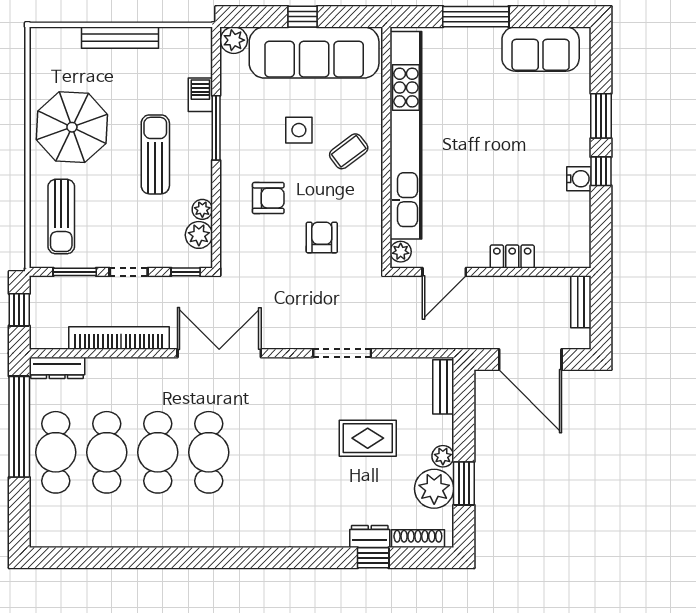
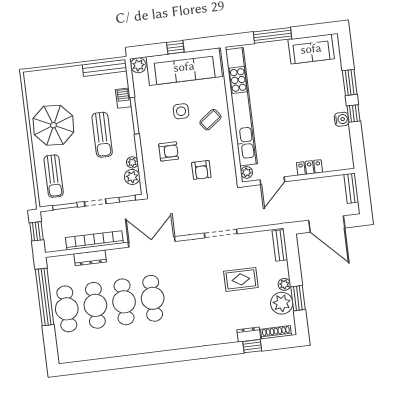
bench: (120, 38) -> (105, 68), moved
sun lounger: (155, 154) -> (102, 135), turned 180
armchair: (322, 238) -> (201, 170), turned 180
dresser: (57, 368) -> (90, 258), moved

